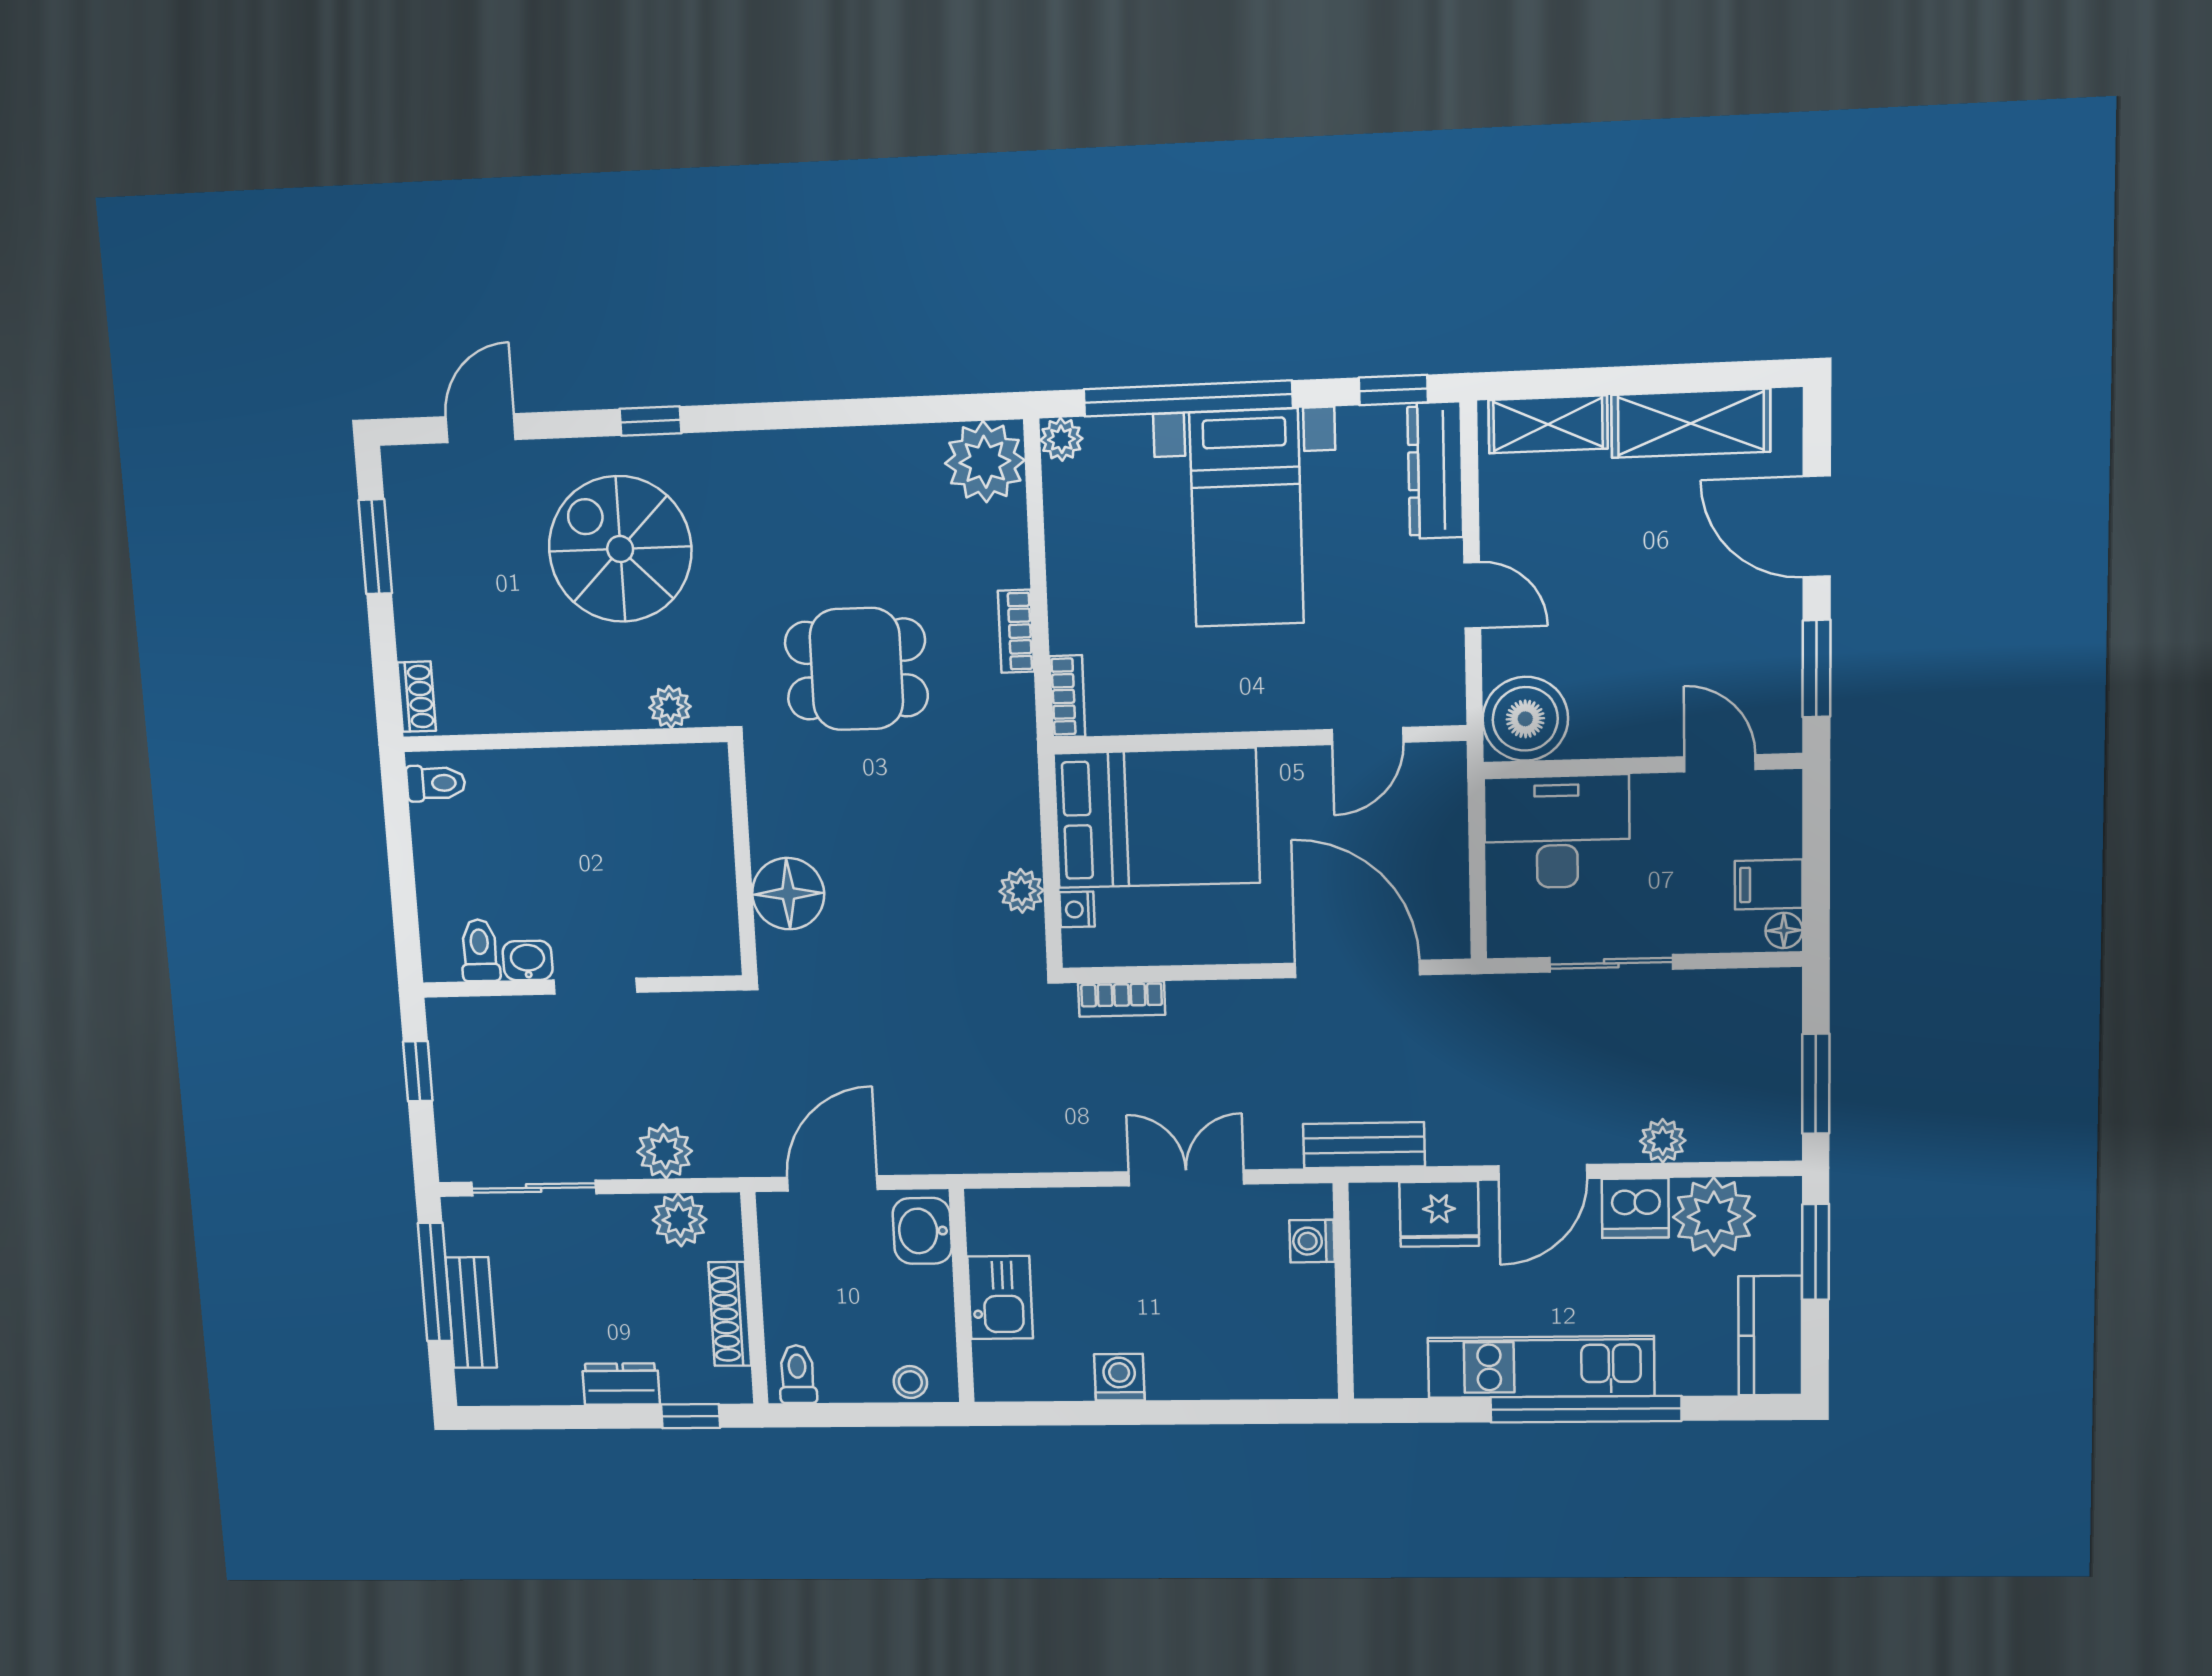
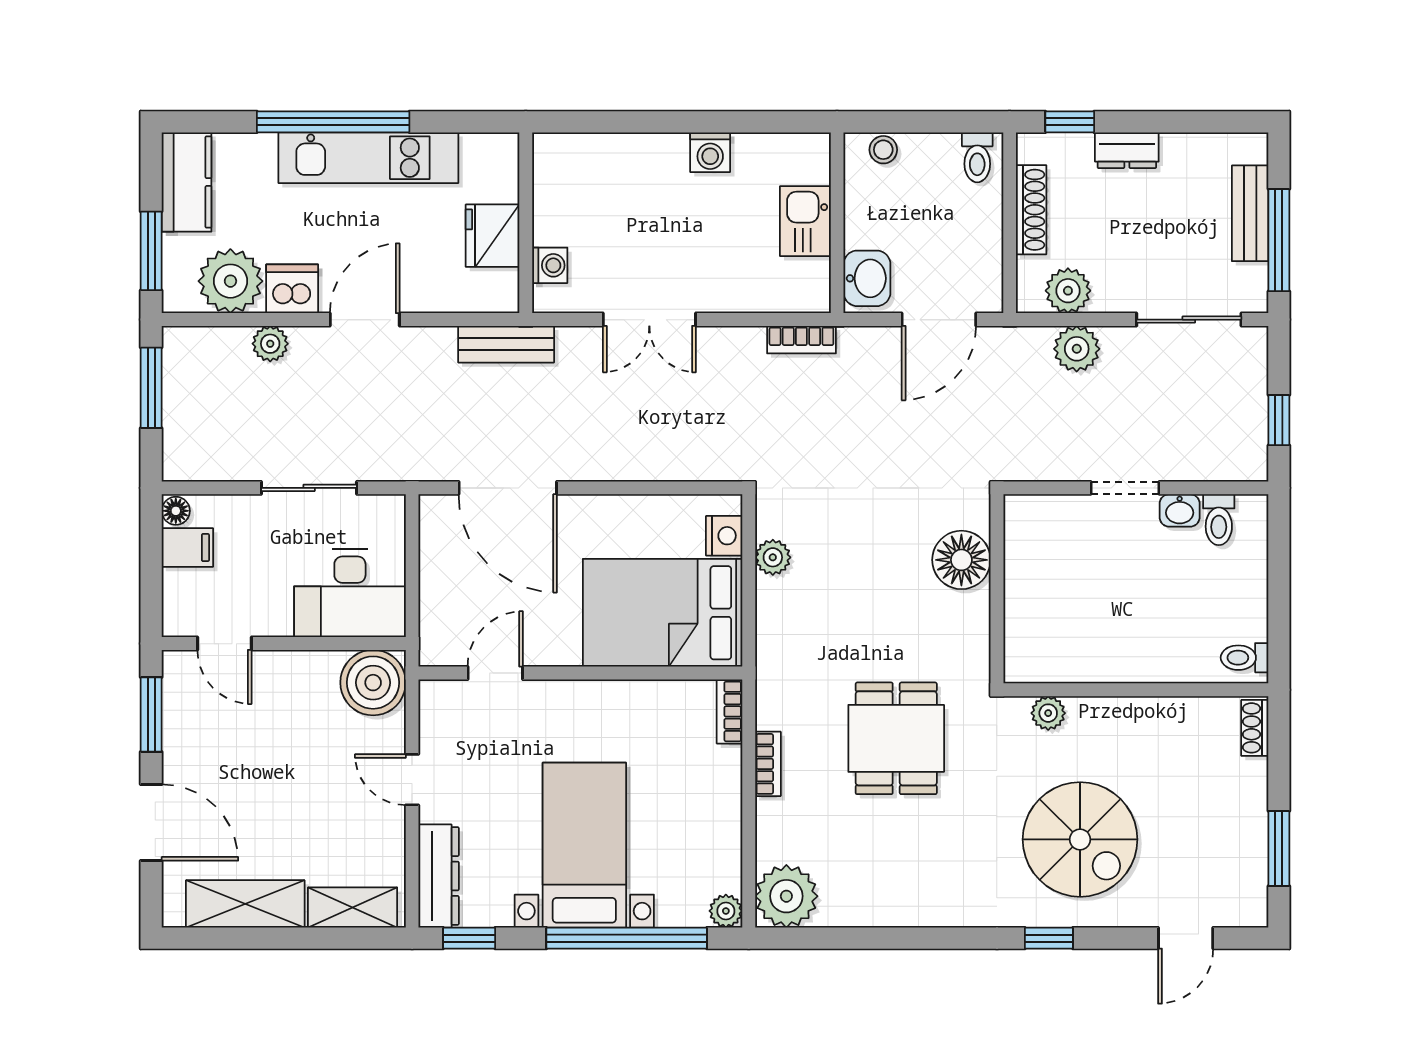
dining table: (856, 669) -> (896, 738), turned 90
nightstand: (1077, 909) -> (724, 536), width x1.39, depth x1.35
bookcase: (1122, 999) -> (801, 340), moved, turned 180
fridge: (1439, 1214) -> (493, 236), moved, turned -90

